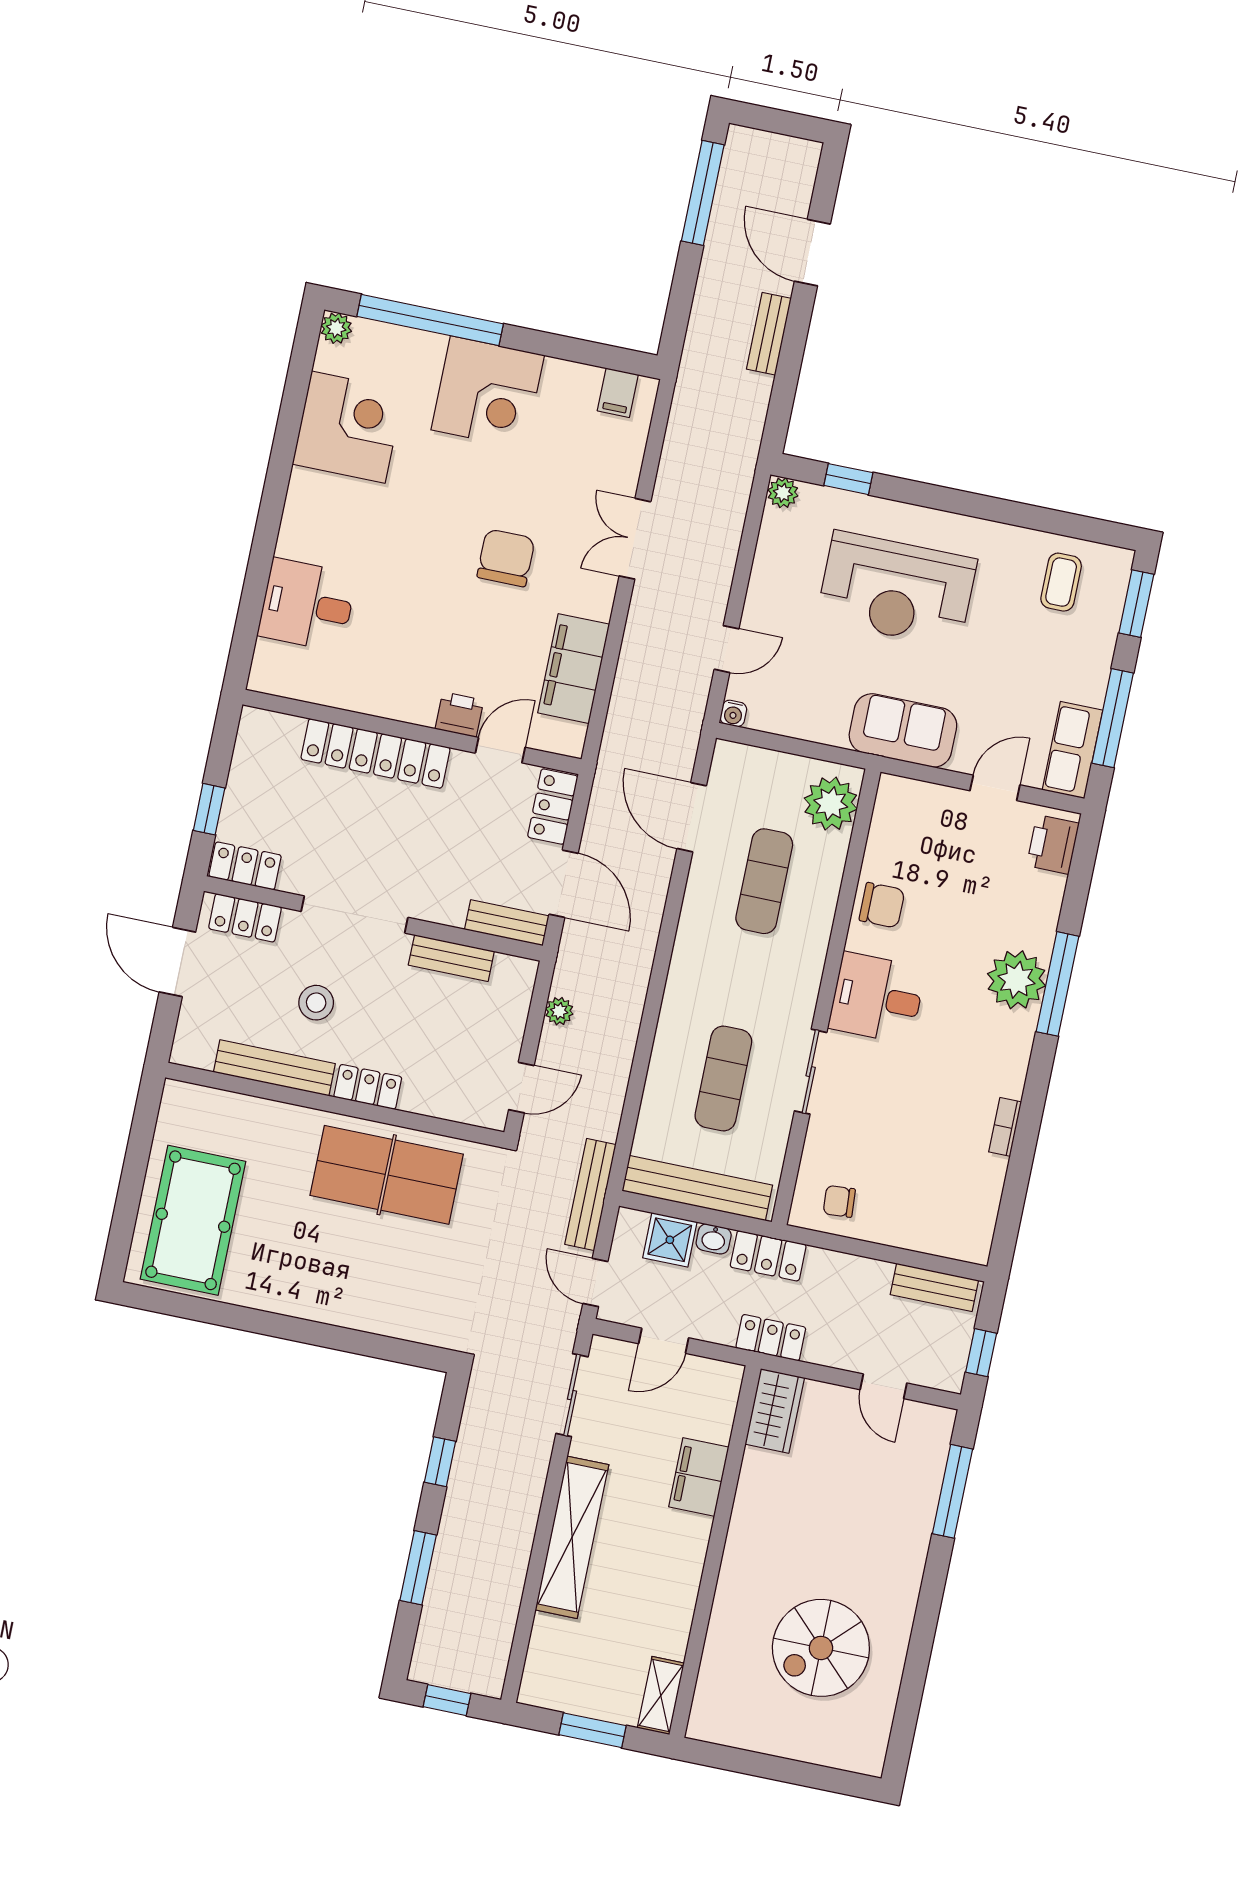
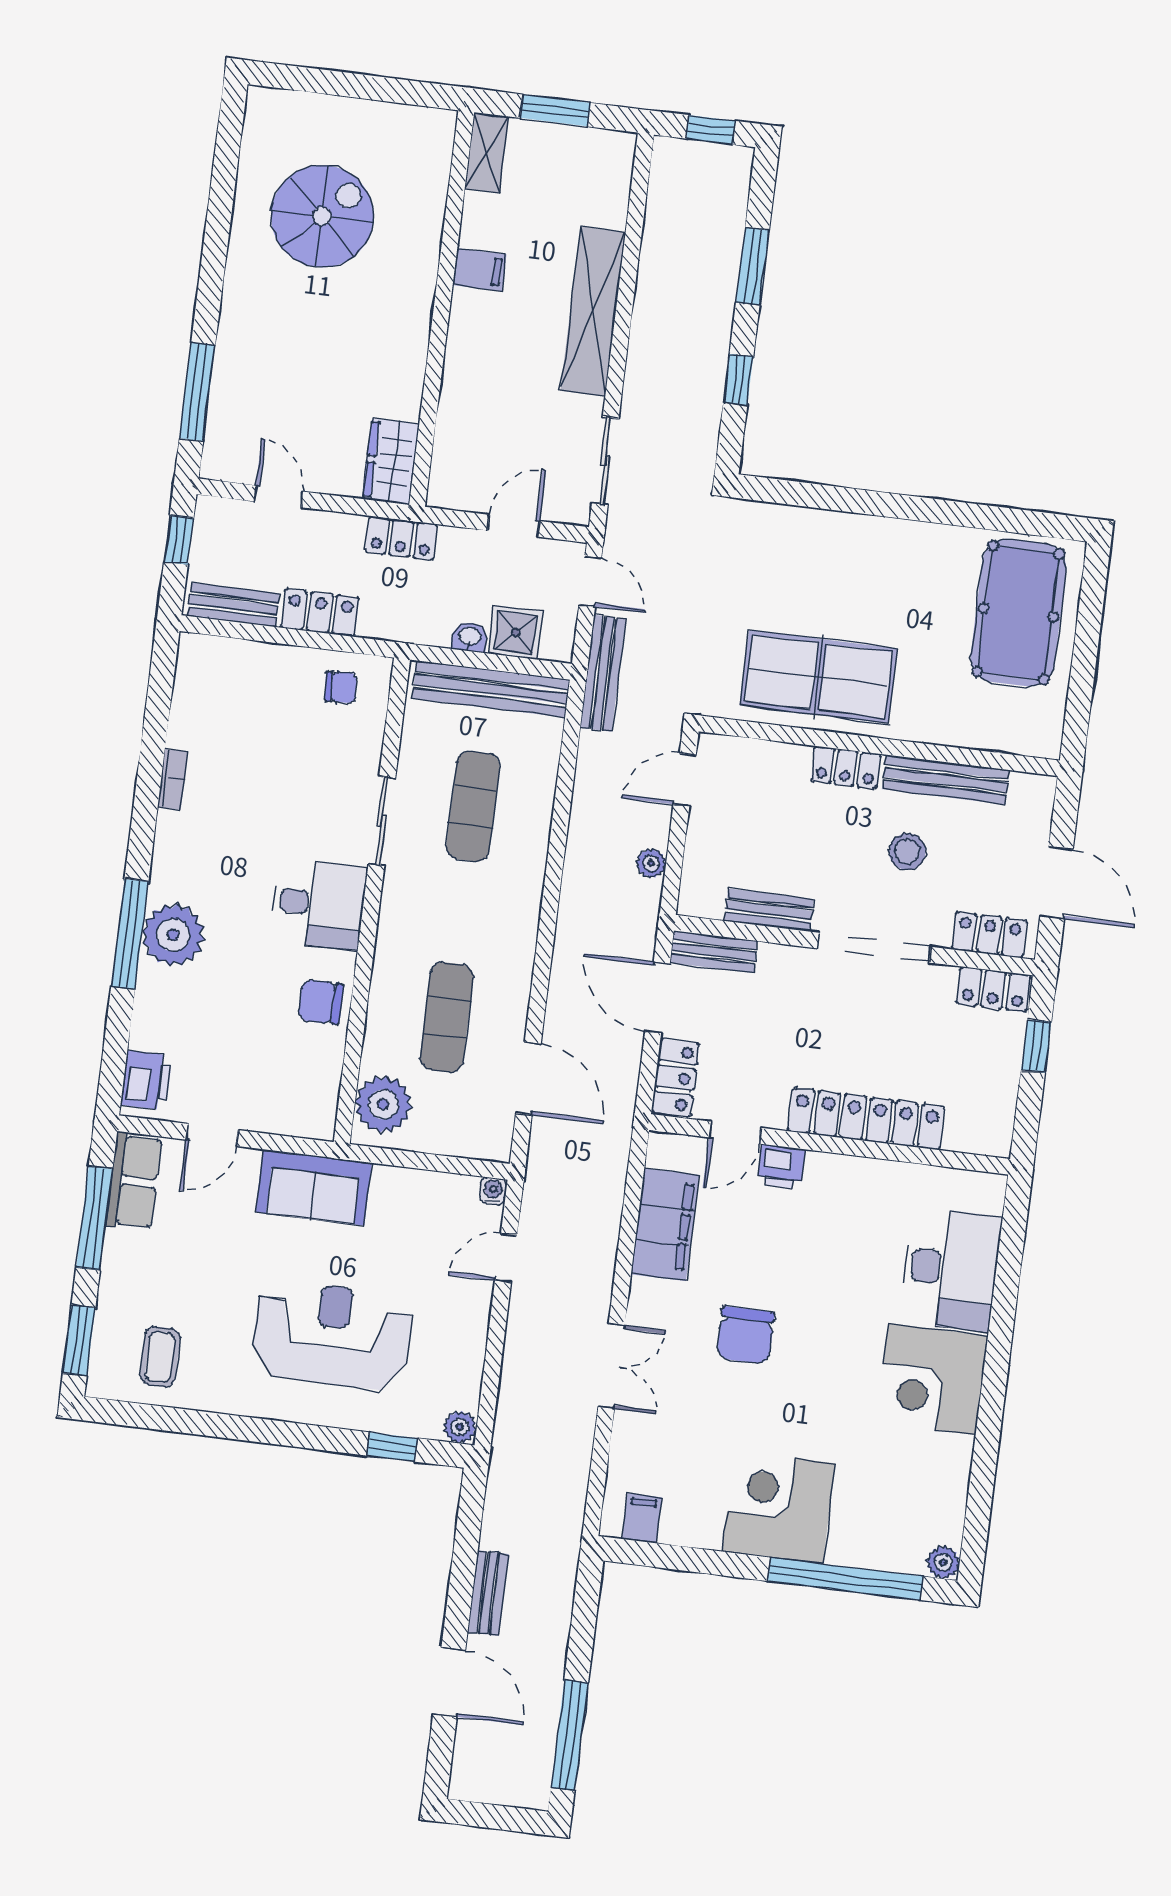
corner desk: (348, 427) -> (932, 1379), moved
desk: (307, 605) -> (950, 1269), width x1.37
locker: (768, 1256) -> (320, 613), moved
filing cabinet: (699, 1477) -> (479, 270), moved, width x0.50

